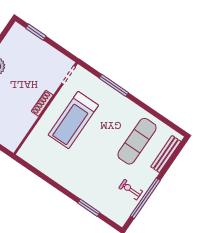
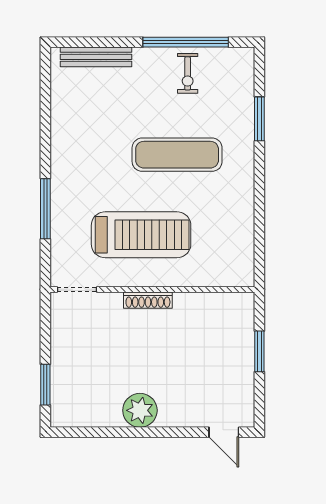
exercise mat: (137, 141) -> (177, 155), moved

